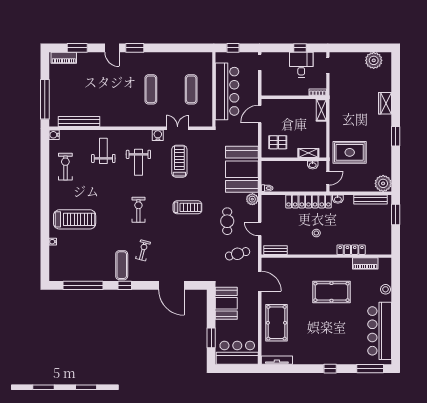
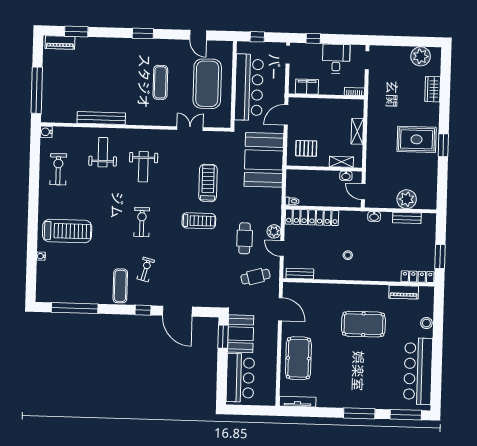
door: (112, 48) -> (198, 35), moved
window: (300, 48) -> (313, 38), moved
exercise mat: (191, 89) -> (207, 84), width x2.00, depth x1.45
filing cabinet: (277, 89) -> (307, 87), added
wardrobe: (385, 103) -> (433, 89), moved
shelving: (321, 110) -> (357, 131), moved
bench: (79, 122) -> (101, 118), moved
water cooler: (158, 135) -> (167, 136), removed
rug: (350, 152) -> (417, 139), moved
treadmill: (179, 161) -> (208, 183), moved
booth: (242, 169) -> (264, 160), moved
door: (328, 178) -> (363, 192), swing flipped
plant: (383, 183) -> (407, 199), moved
plant: (252, 199) -> (274, 231), moved
bench: (371, 199) -> (407, 218), width x0.73
locker: (308, 201) -> (312, 217), moved
window: (396, 214) -> (440, 257), moved
locker: (351, 250) -> (418, 277), moved
window: (125, 285) -> (143, 310), moved
window: (211, 338) -> (223, 337), moved
bar counter: (237, 353) -> (240, 378), moved, turned 90
window: (330, 369) -> (359, 413), width x2.17

